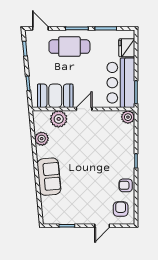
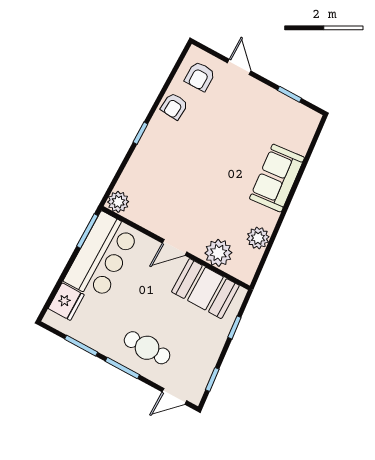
door: (40, 28) -> (174, 396), hinge flipped
cafe table: (69, 47) -> (147, 348), width x0.73, depth x0.74
armchair: (126, 185) -> (174, 106), turned 94
door: (102, 226) -> (239, 67), hinge flipped

